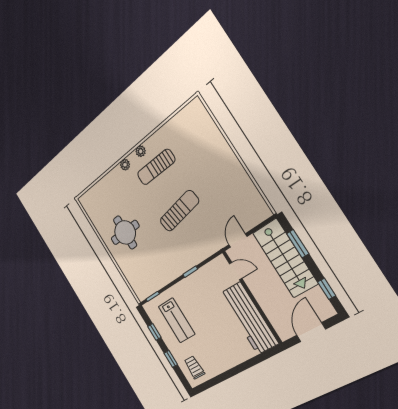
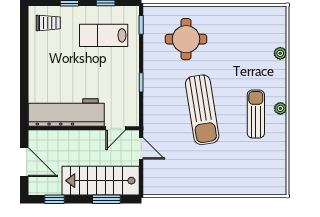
plant: (125, 165) -> (280, 53), moved
sun lounger: (179, 211) -> (202, 110), width x1.36, depth x1.34
round table: (125, 232) -> (186, 39), moved

